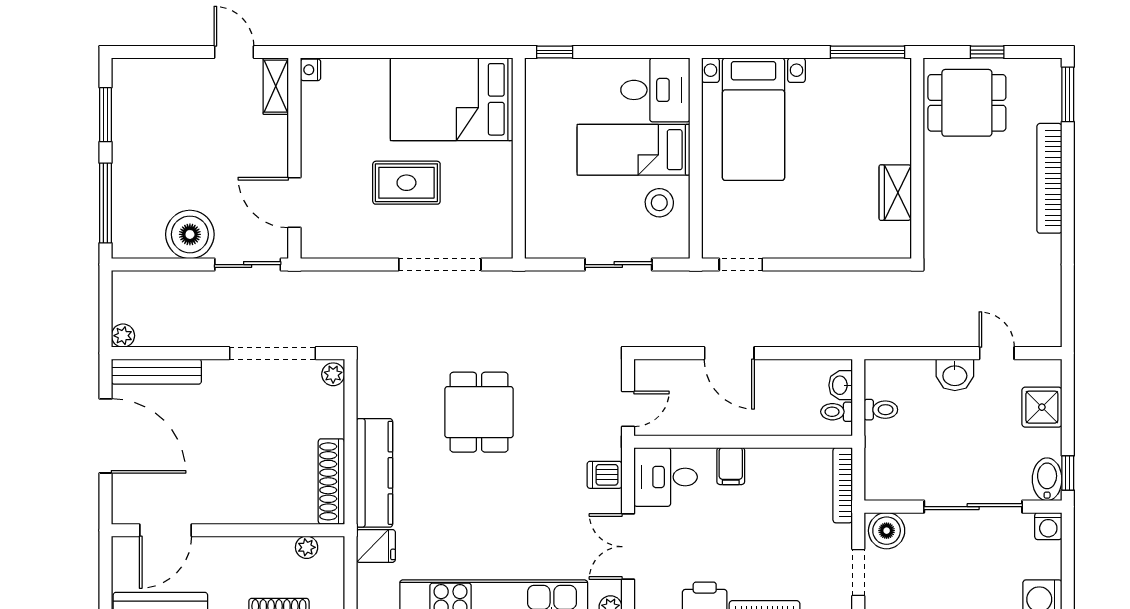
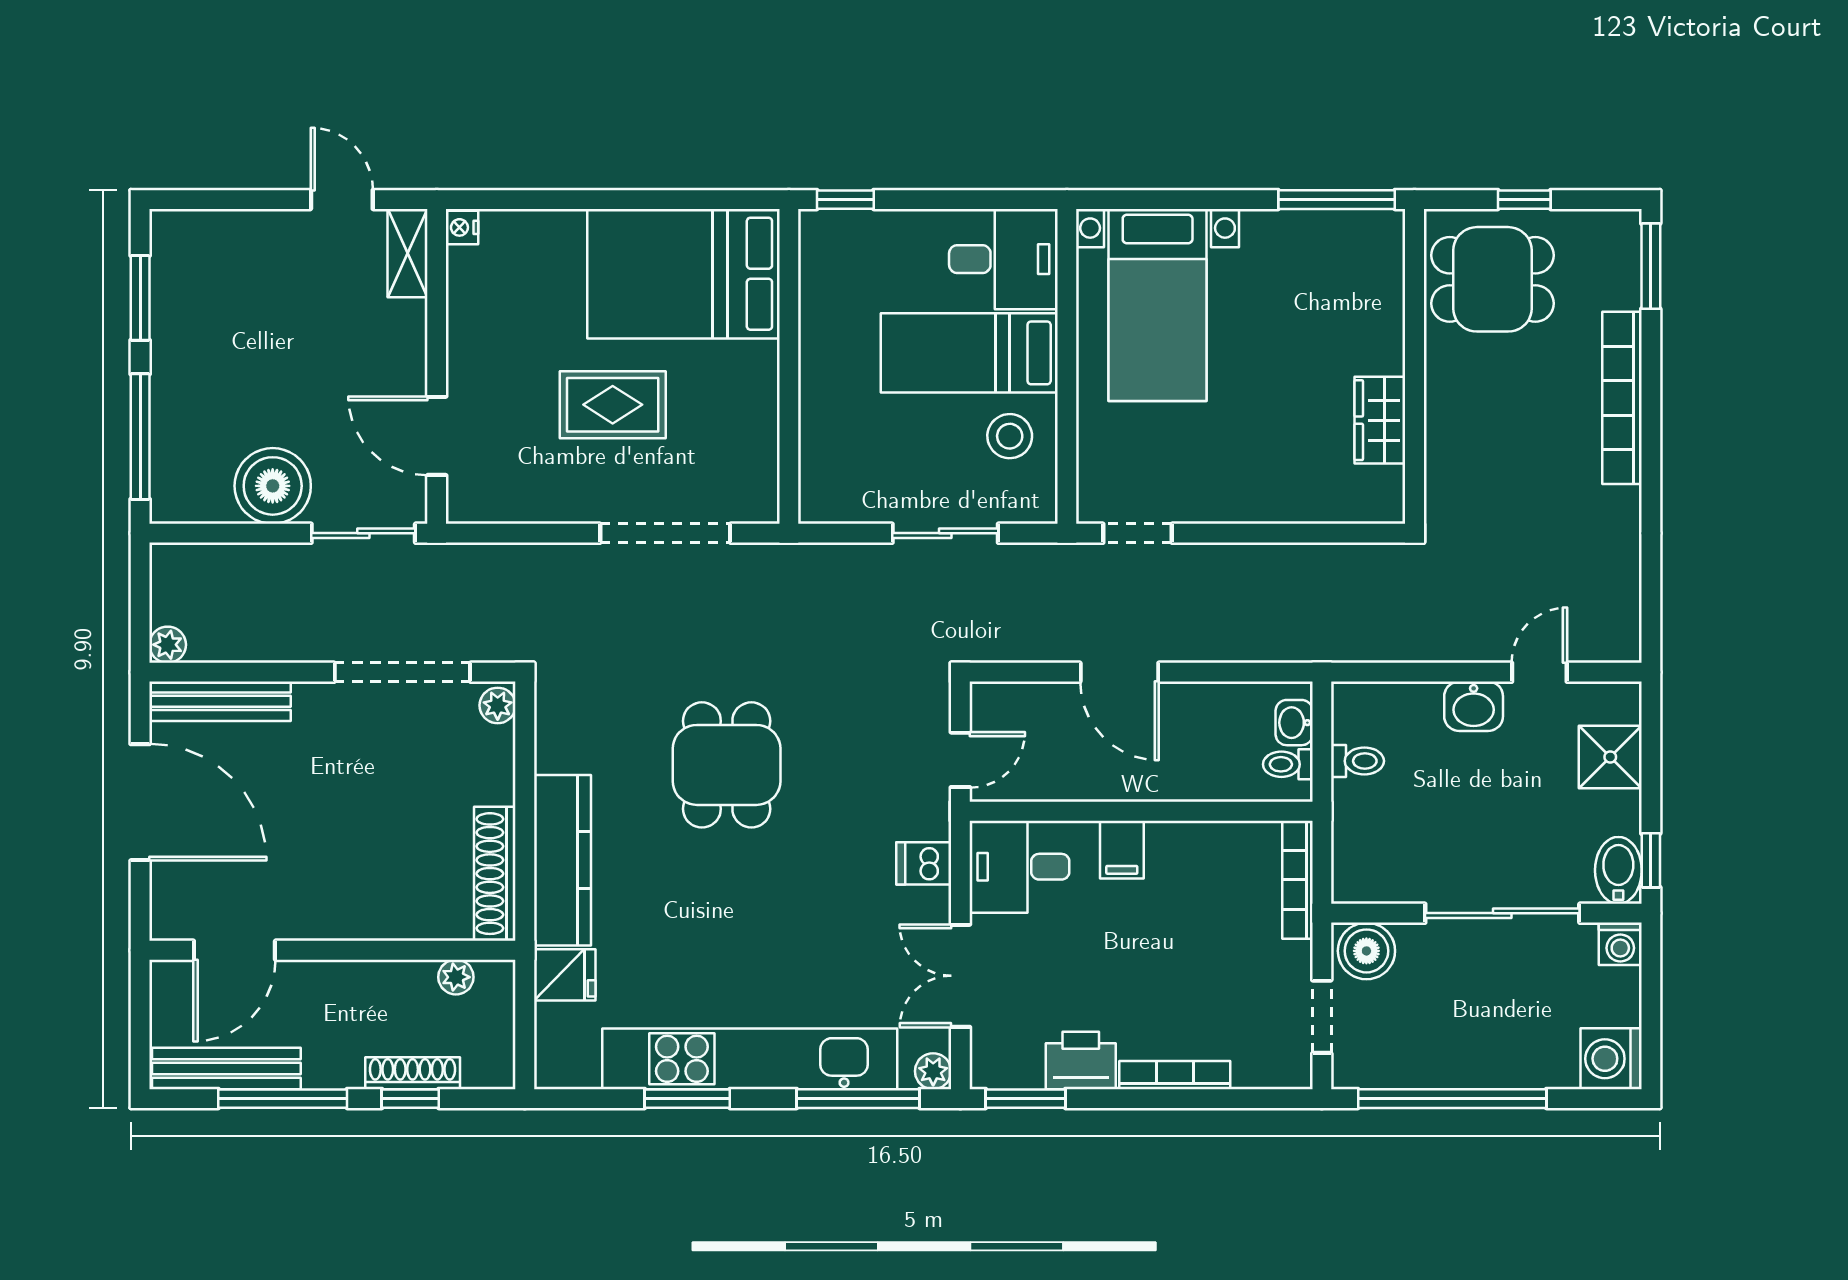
door: (997, 353) -> (1539, 672), hinge flipped

